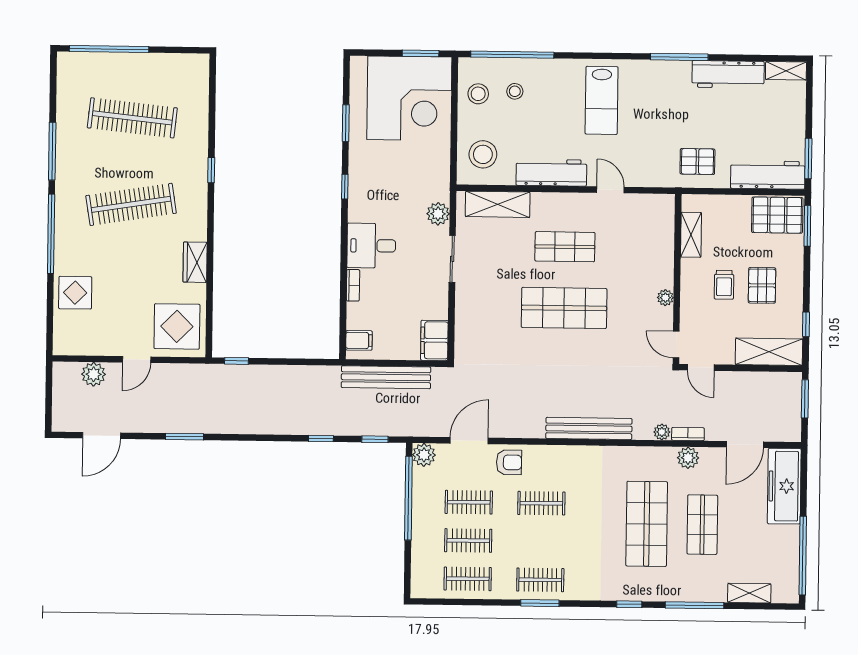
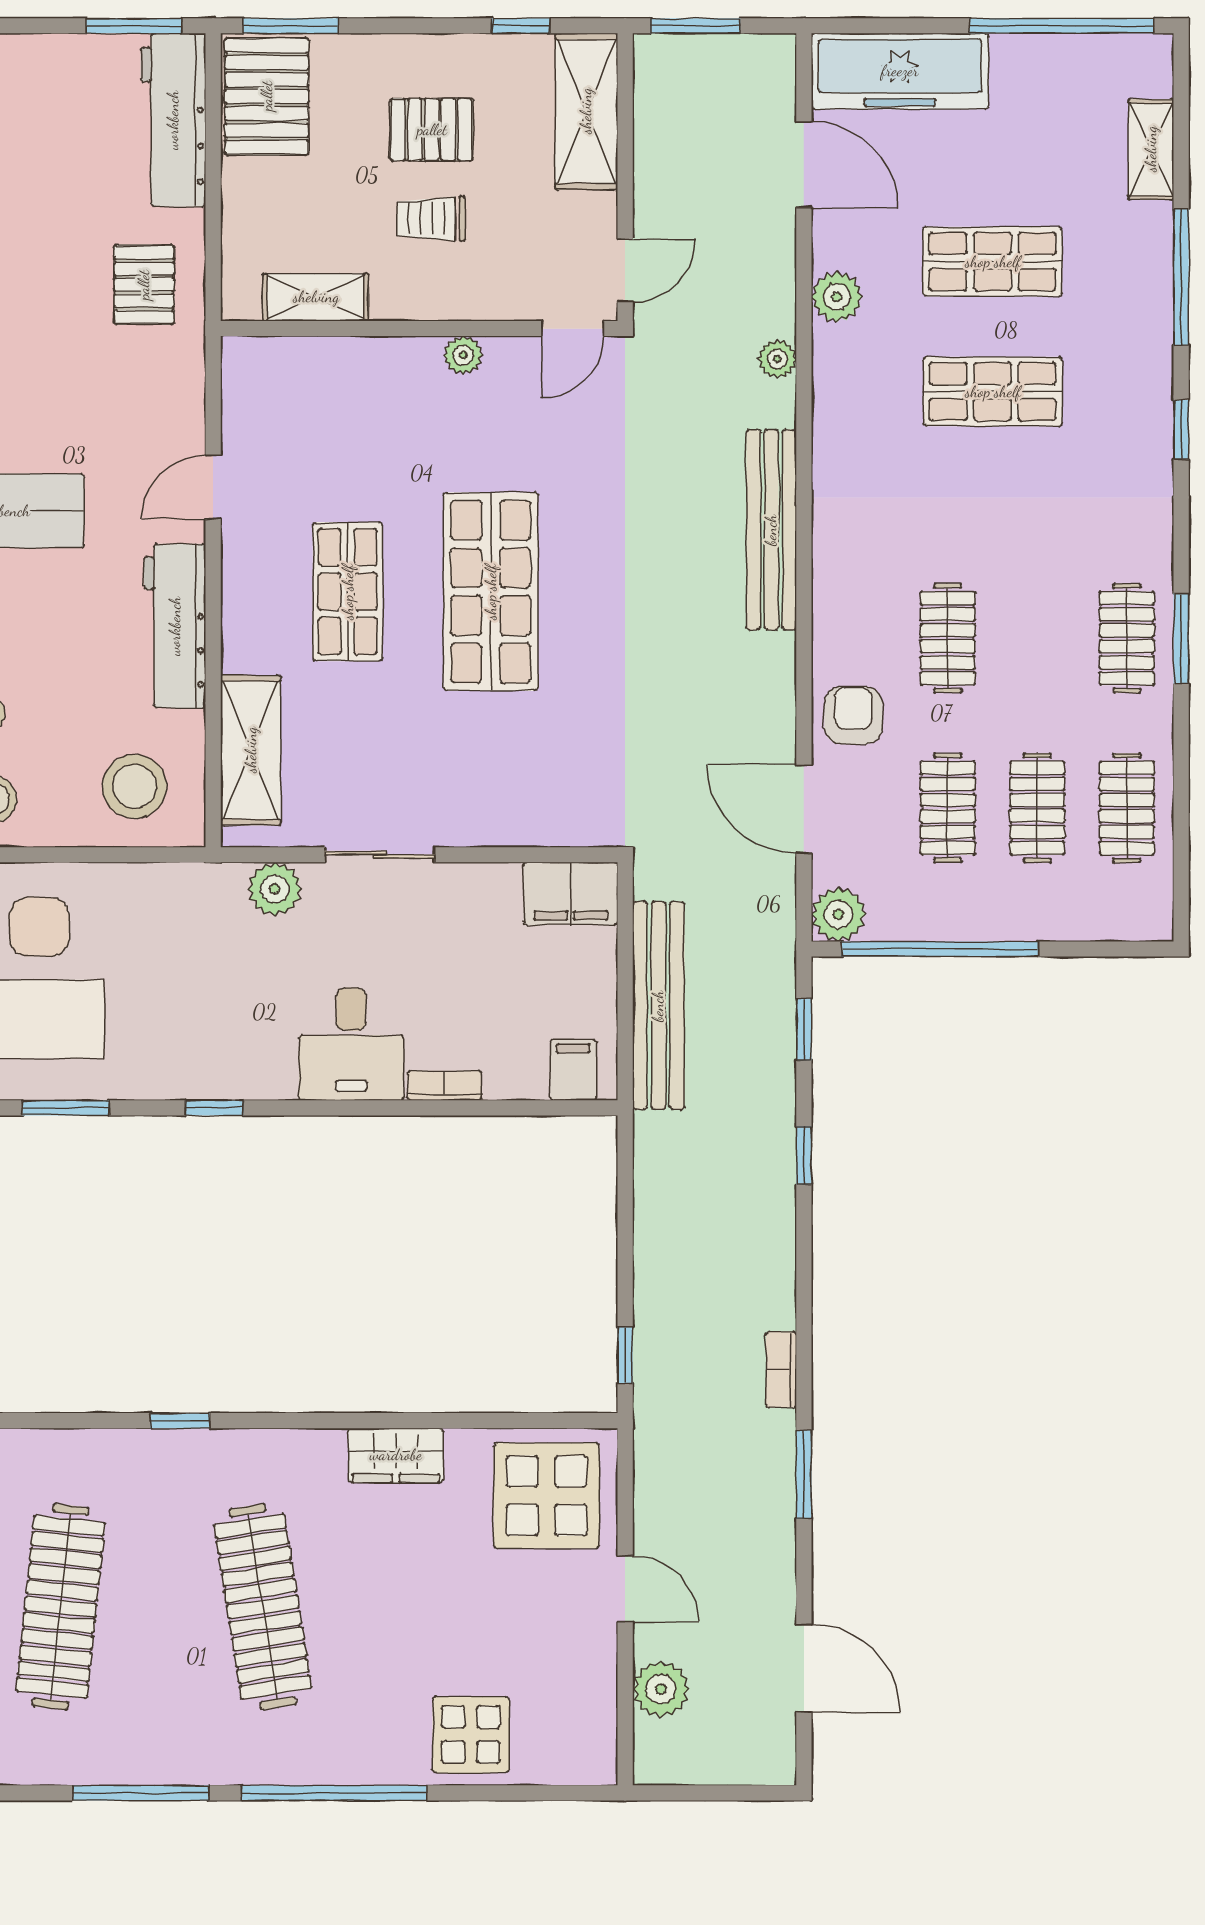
trolley: (724, 285) -> (431, 219), turned 180
bookcase: (688, 434) -> (781, 1370), moved
shop shelf: (647, 524) -> (993, 392), width x0.70, depth x0.74

